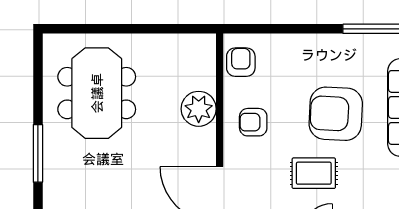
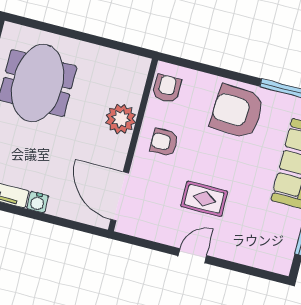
armchair: (336, 114) -> (237, 112), moved

